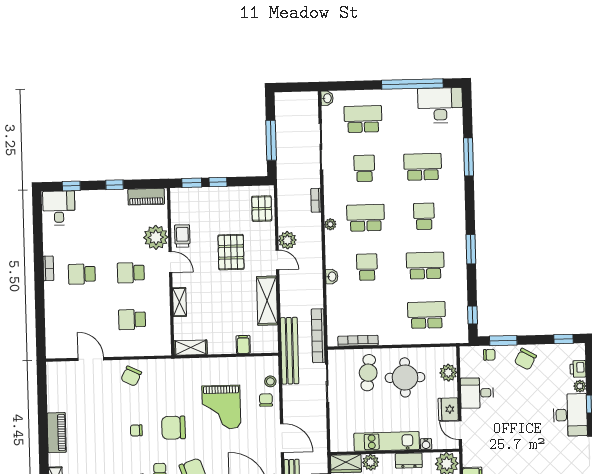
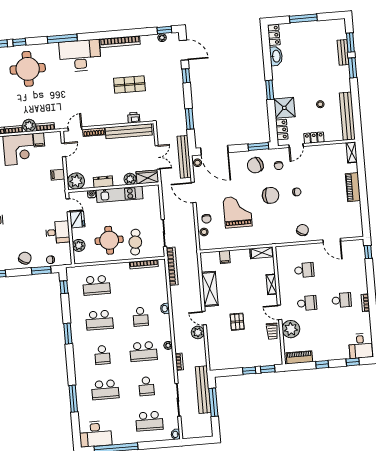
pallet: (262, 209) -> (217, 354), removed
pallet: (231, 252) -> (237, 322), width x0.67, depth x0.71
window: (41, 340) -> (368, 252), added
bench: (290, 351) -> (203, 390), moved

